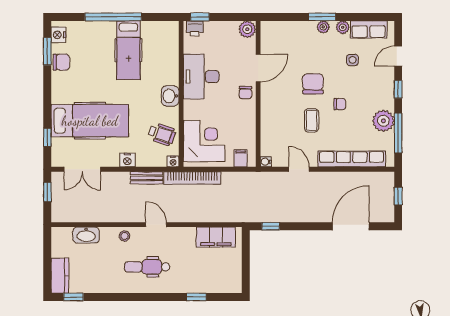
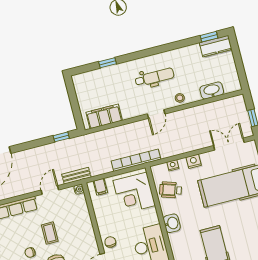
nightstand: (173, 161) -> (173, 165), moved
door: (299, 169) -> (50, 190), swing flipped
bench: (147, 178) -> (76, 176), moved
door: (156, 225) -> (156, 114), hinge flipped
kitchen counter: (60, 276) -> (216, 46), moved, turned -90

